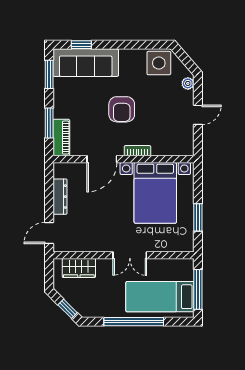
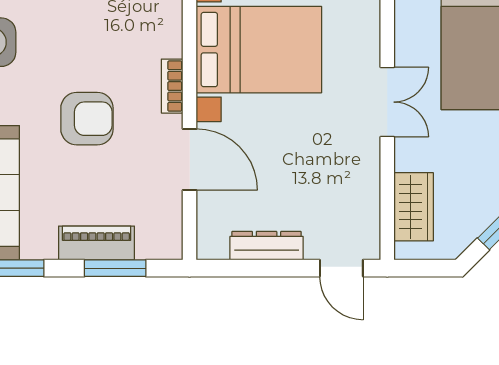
piano: (61, 138) -> (97, 243), moved

